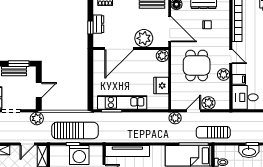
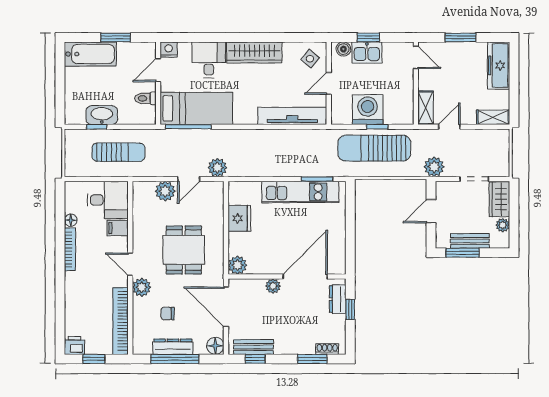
dresser: (98, 24) -> (338, 299), moved
plant: (144, 38) -> (273, 286), width x0.53, depth x0.53
plant: (223, 74) -> (142, 287), moved
sun lounger: (213, 132) -> (118, 152), moved

